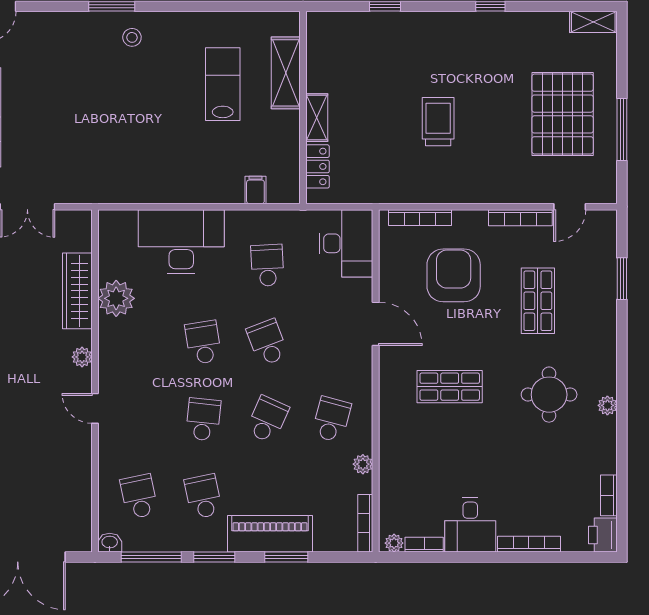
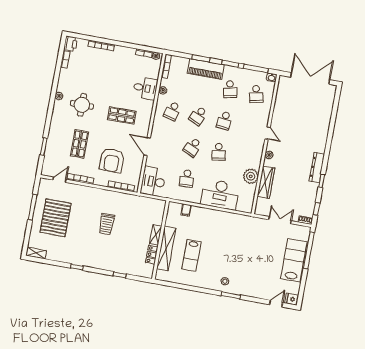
shelving: (286, 73) -> (166, 248), width x1.47
locker: (318, 166) -> (152, 255), moved
school desk: (267, 342) -> (193, 147), turned 45
desk: (470, 525) -> (145, 88), moved, turned 90

